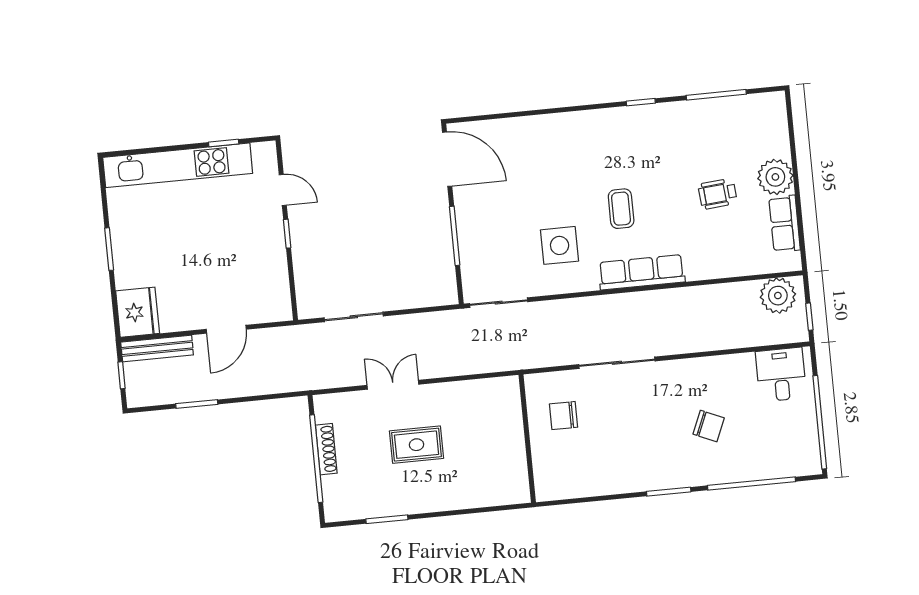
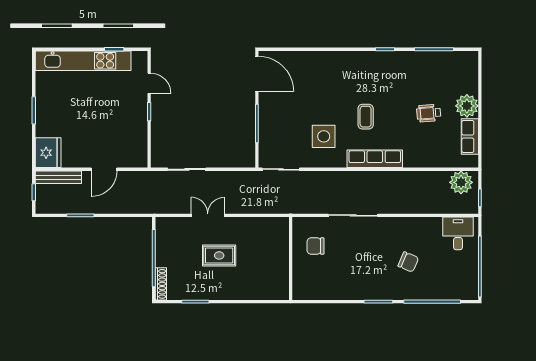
shoe rack: (326, 449) -> (161, 284), moved

